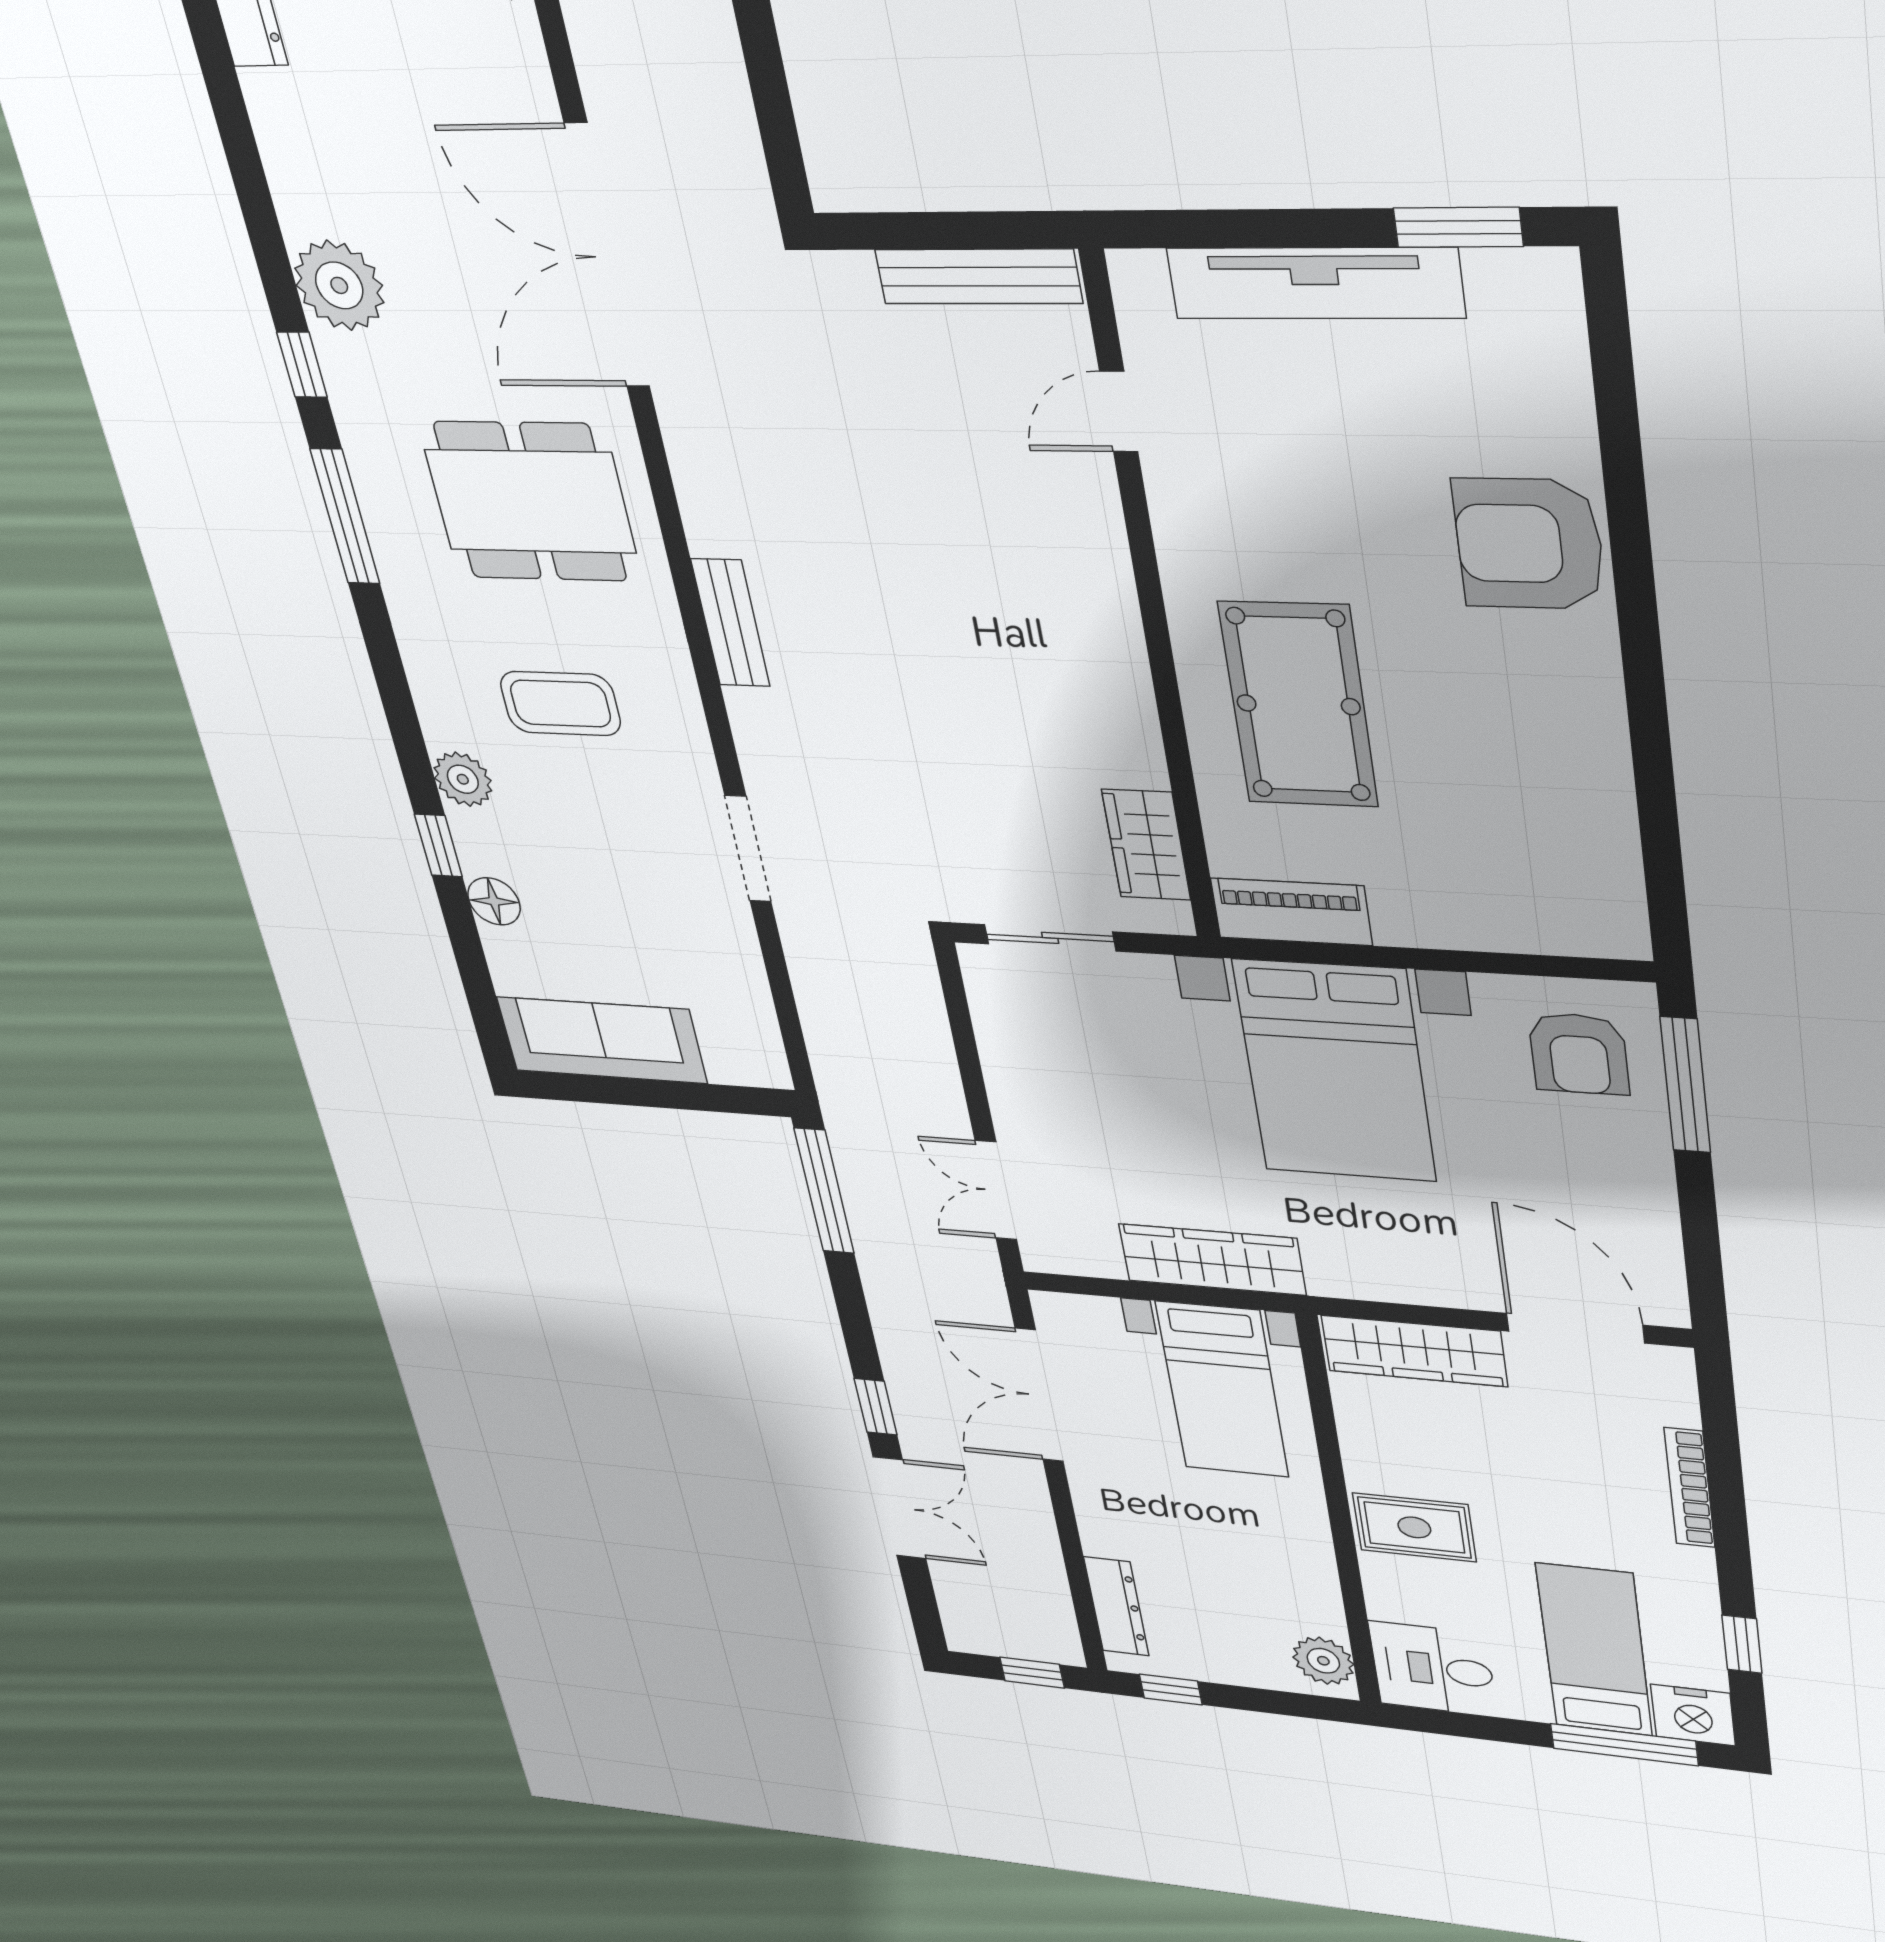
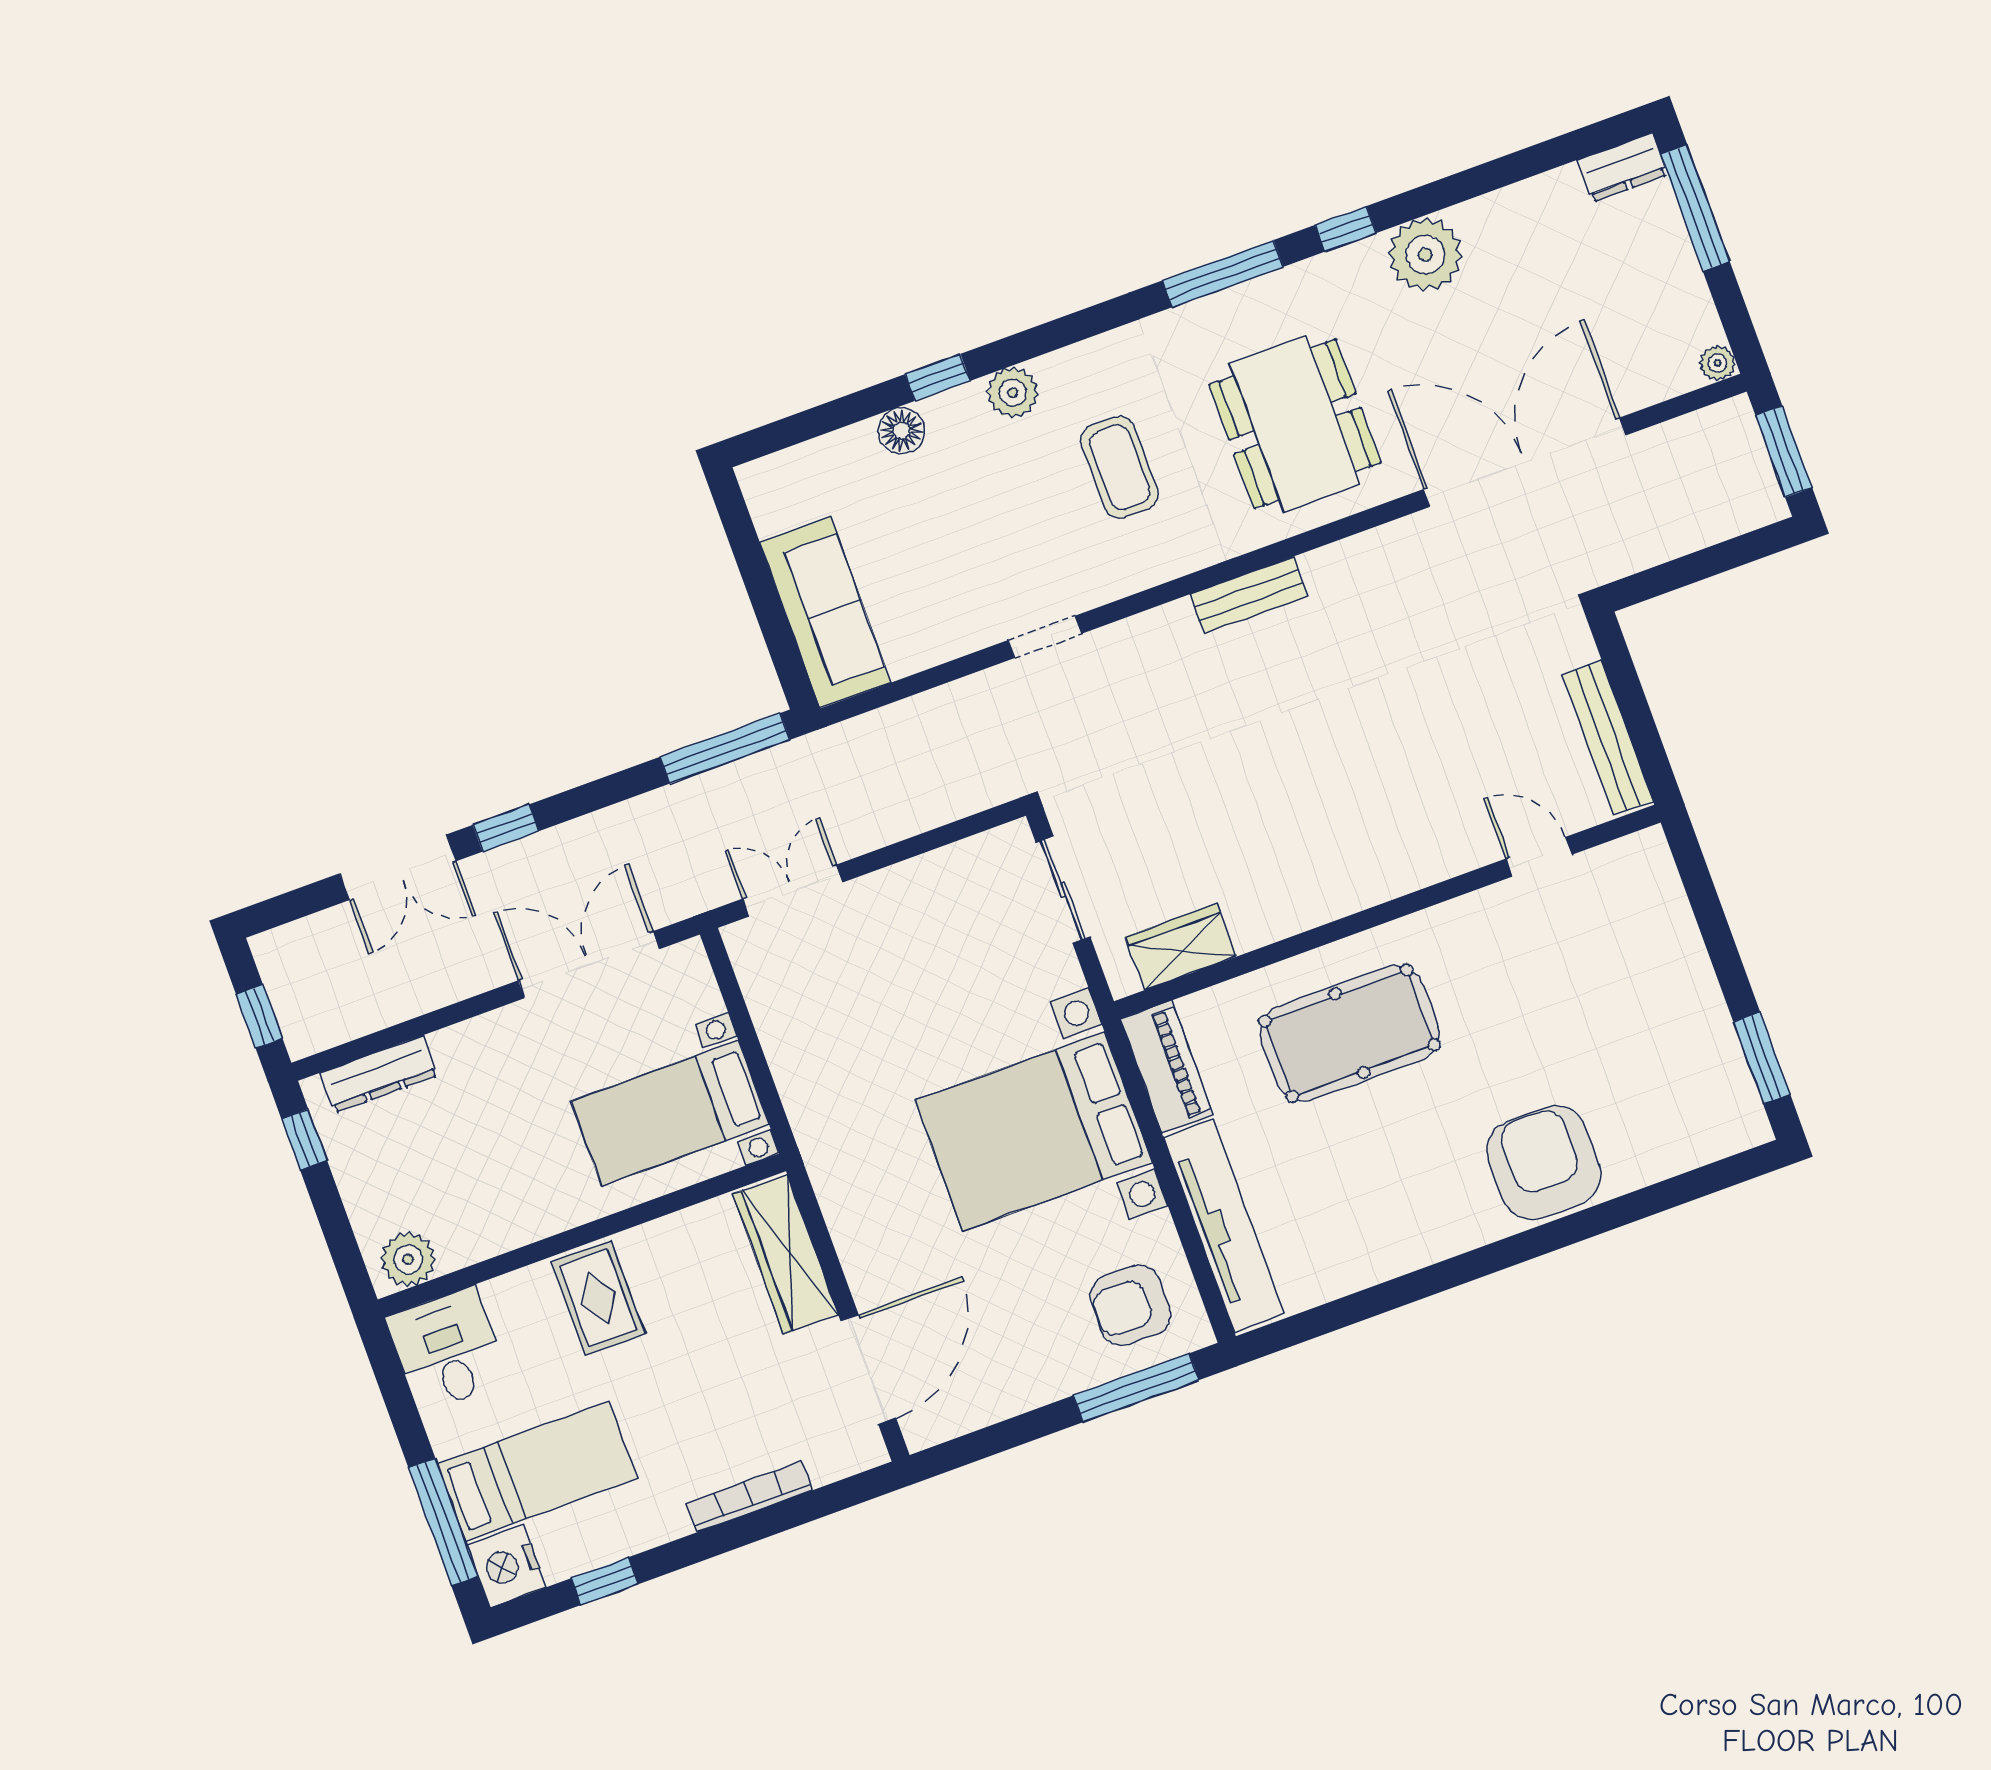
tv unit: (1315, 283) -> (1224, 1226), moved, turned 180
doorway: (748, 849) -> (1045, 637), width x0.73
sofa: (602, 1040) -> (825, 612), moved
wardrobe: (1212, 1260) -> (803, 1077), removed

